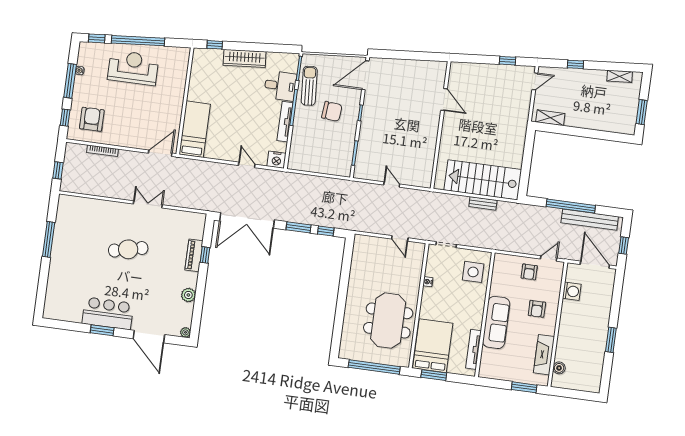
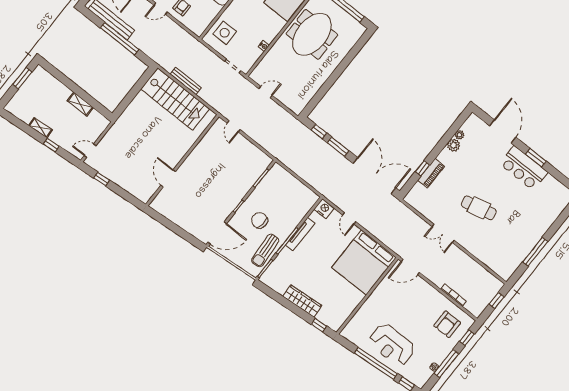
shelving: (620, 76) -> (41, 128), moved
desk: (280, 86) -> (287, 264), removed
shelving: (550, 118) -> (80, 104), moved
bed: (195, 129) -> (364, 262), width x2.04
door: (392, 184) -> (234, 126), moved
bench: (483, 203) -> (186, 81), width x1.36
door: (400, 238) -> (265, 92), hinge flipped
plant: (185, 332) -> (459, 135), moved

